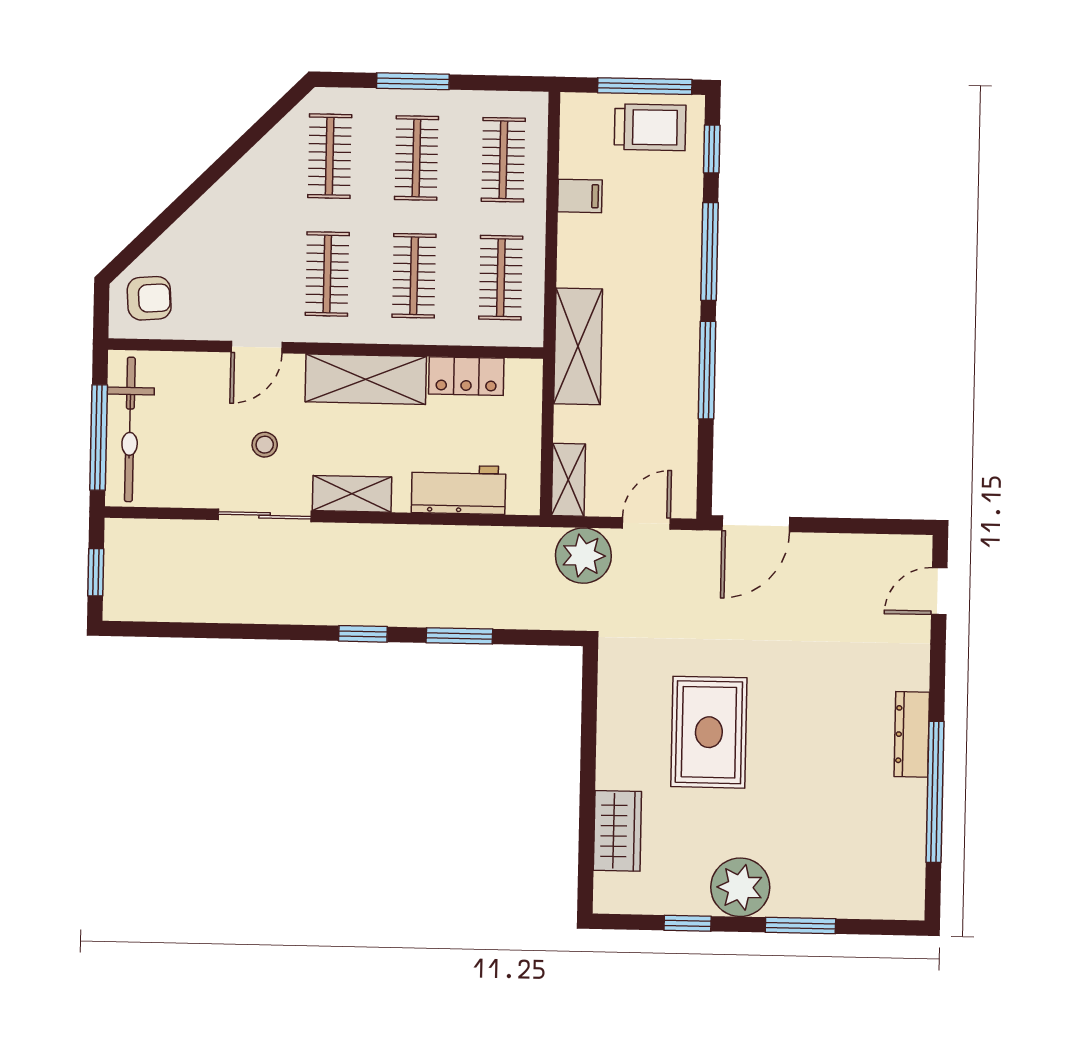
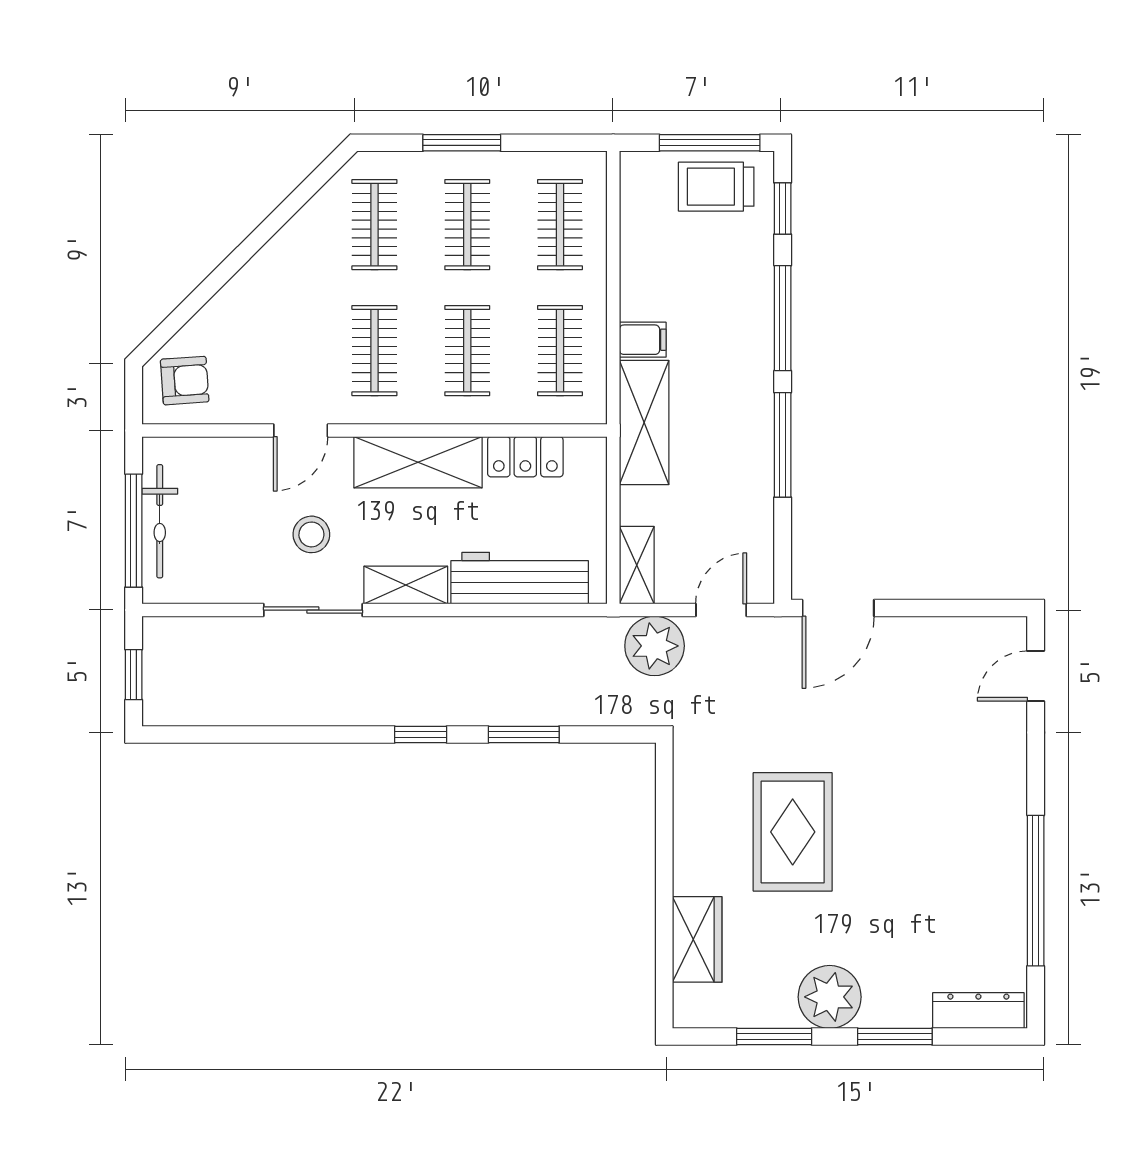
trolley: (650, 127) -> (716, 187), turned 180
filing cabinet: (580, 196) -> (643, 340), moved
bicycle: (130, 429) -> (160, 521), width x0.73, depth x0.71
stool: (265, 445) -> (311, 534), width x1.37, depth x1.37
workbench: (459, 490) -> (520, 578), width x1.38
dresser: (912, 734) -> (978, 1011), moved, turned 90
window: (688, 923) -> (774, 1037), width x1.50

